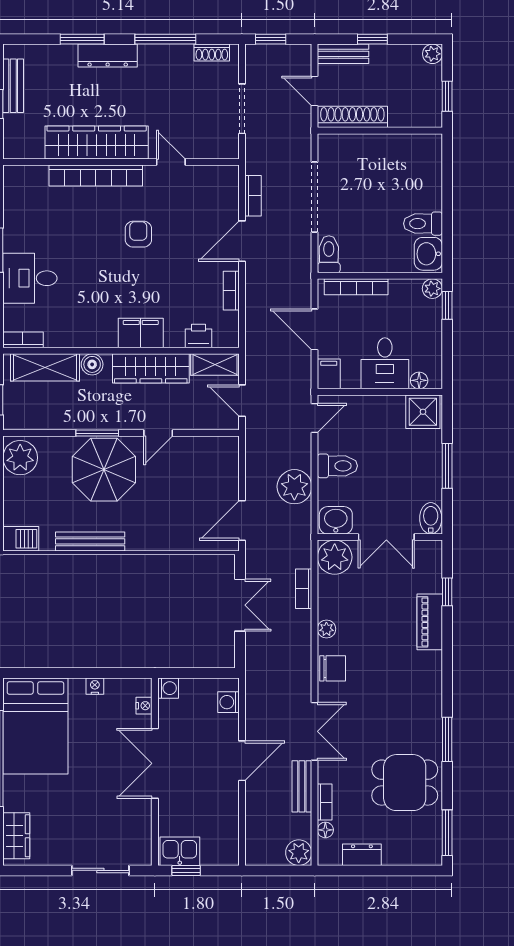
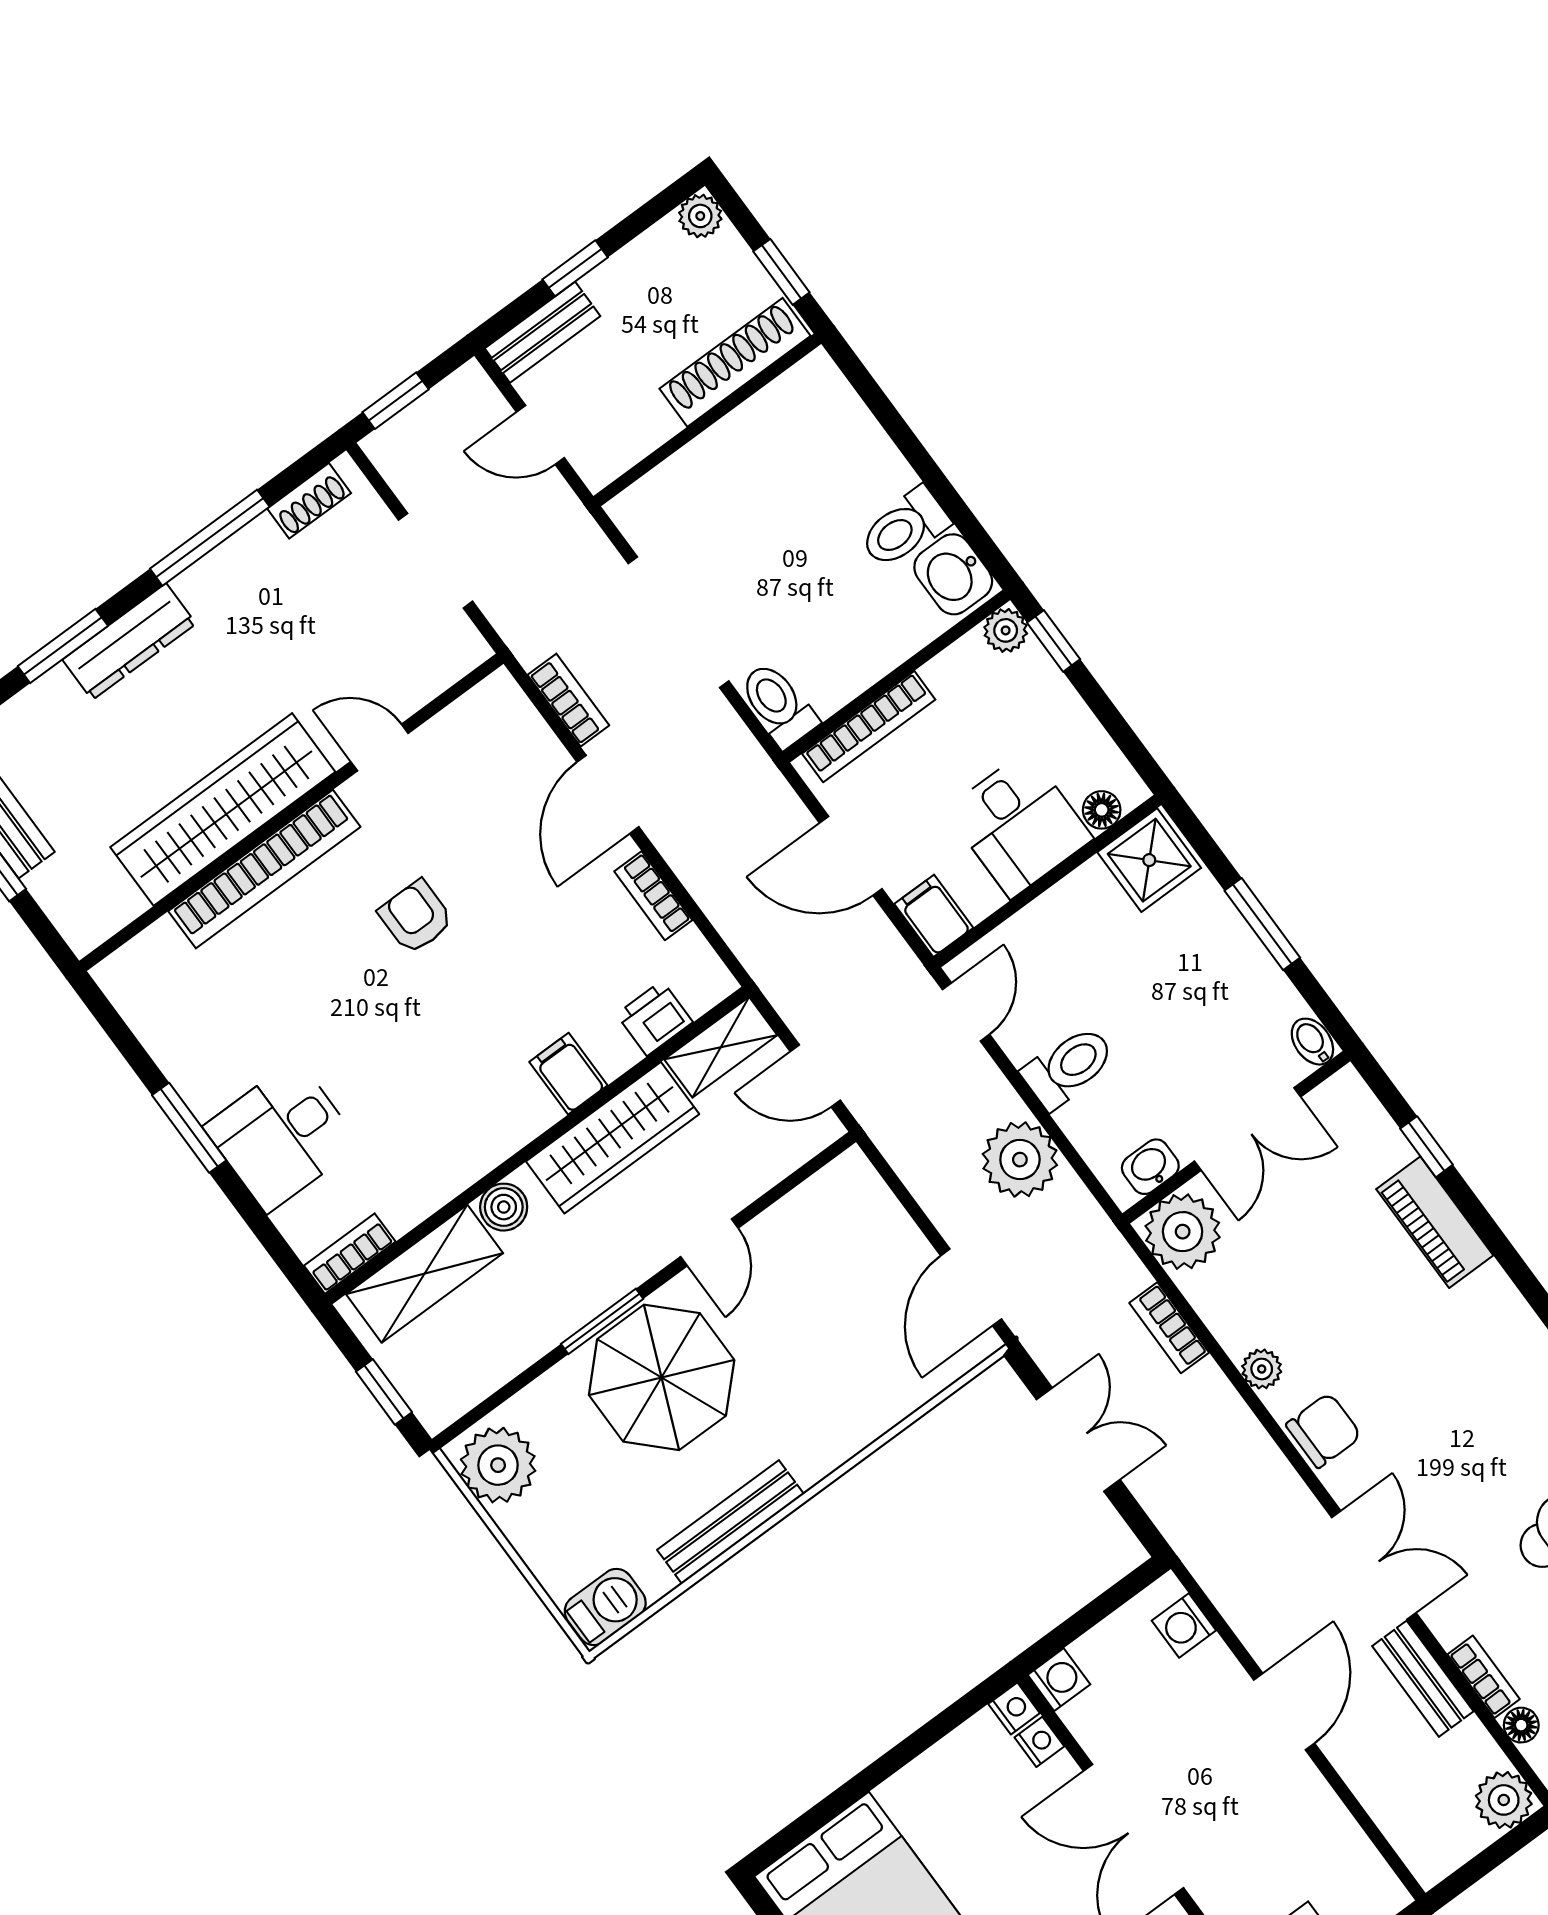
shoe rack: (352, 117) -> (735, 362), moved
filing cabinet: (141, 333) -> (568, 1074), width x0.50
bidet: (431, 518) -> (1312, 1042), width x0.72, depth x0.74
washbasin: (336, 520) -> (1150, 1167), width x0.72, depth x0.69
nightstand: (95, 686) -> (1014, 1708), moved, turned 90

